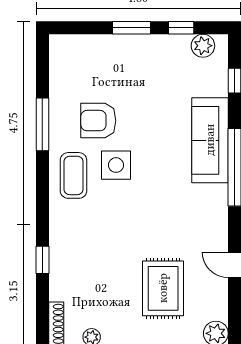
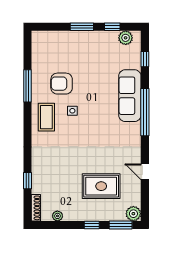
side table: (116, 165) -> (72, 111), width x0.54, depth x0.54
window: (42, 260) -> (27, 181), moved
rug: (163, 288) -> (101, 186), turned 90

